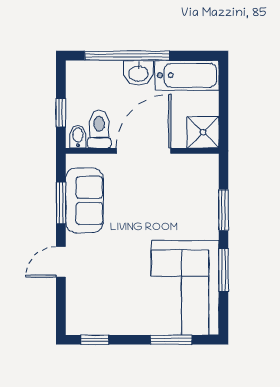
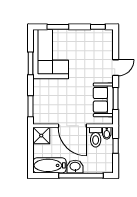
door: (144, 151) -> (72, 126), hinge flipped
window: (224, 210) -> (30, 106), moved

